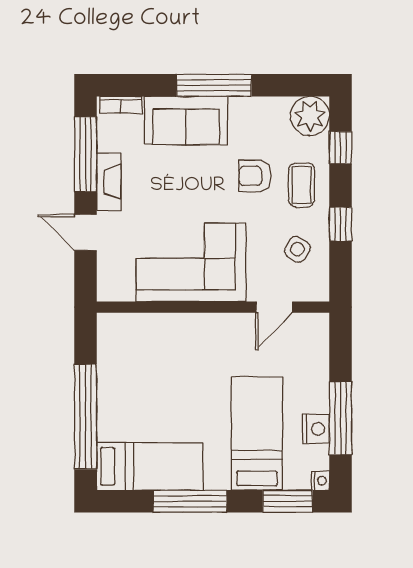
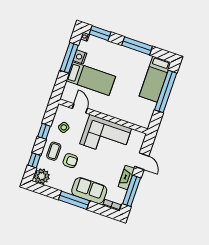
door: (274, 307) -> (80, 108), hinge flipped
bed: (257, 434) -> (91, 79), moved, turned -90
bed: (150, 466) -> (155, 79), moved, turned -90

